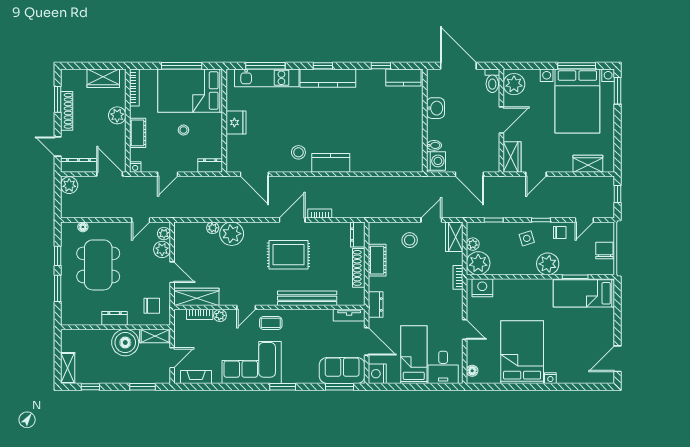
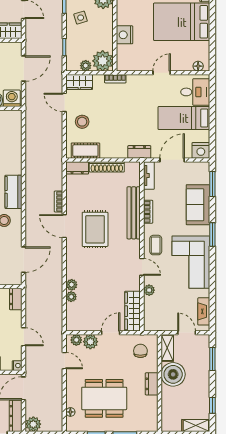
plant: (232, 234) -> (72, 285), width x0.53, depth x0.53
cot: (377, 260) -> (85, 151), moved
nightstand: (482, 288) -> (124, 35), moved
bookcase: (200, 314) -> (148, 212), moved
sofa: (342, 371) -> (198, 205), moved

